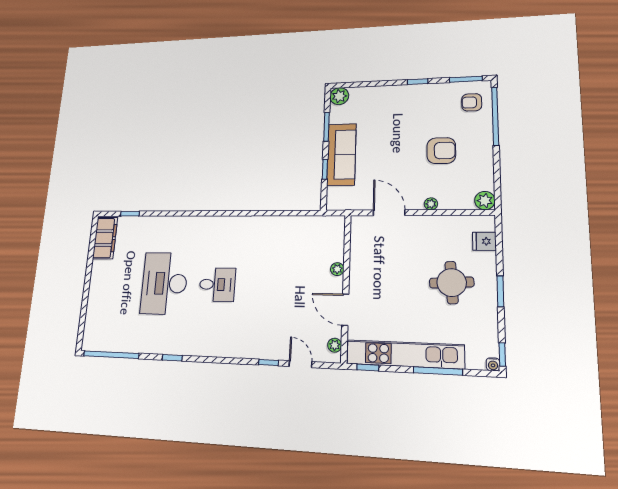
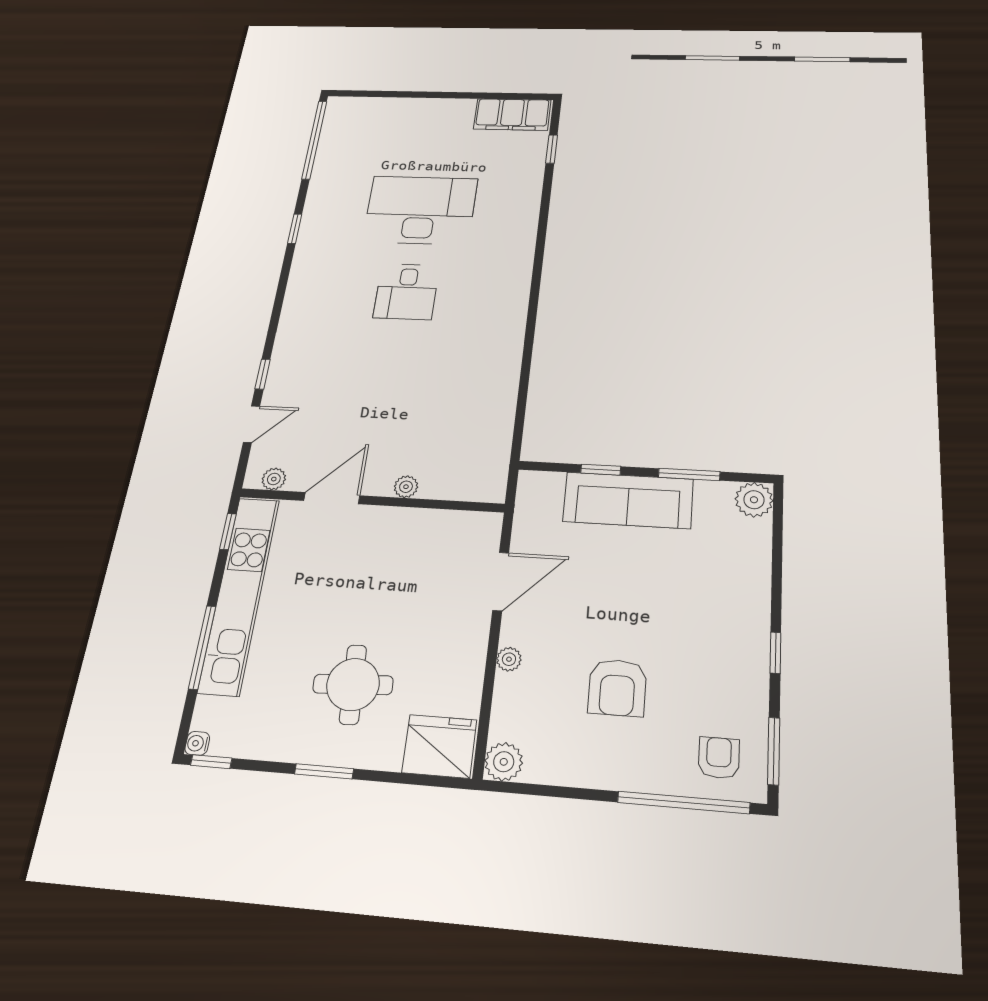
fridge: (484, 241) -> (439, 746), width x1.88, depth x1.34

